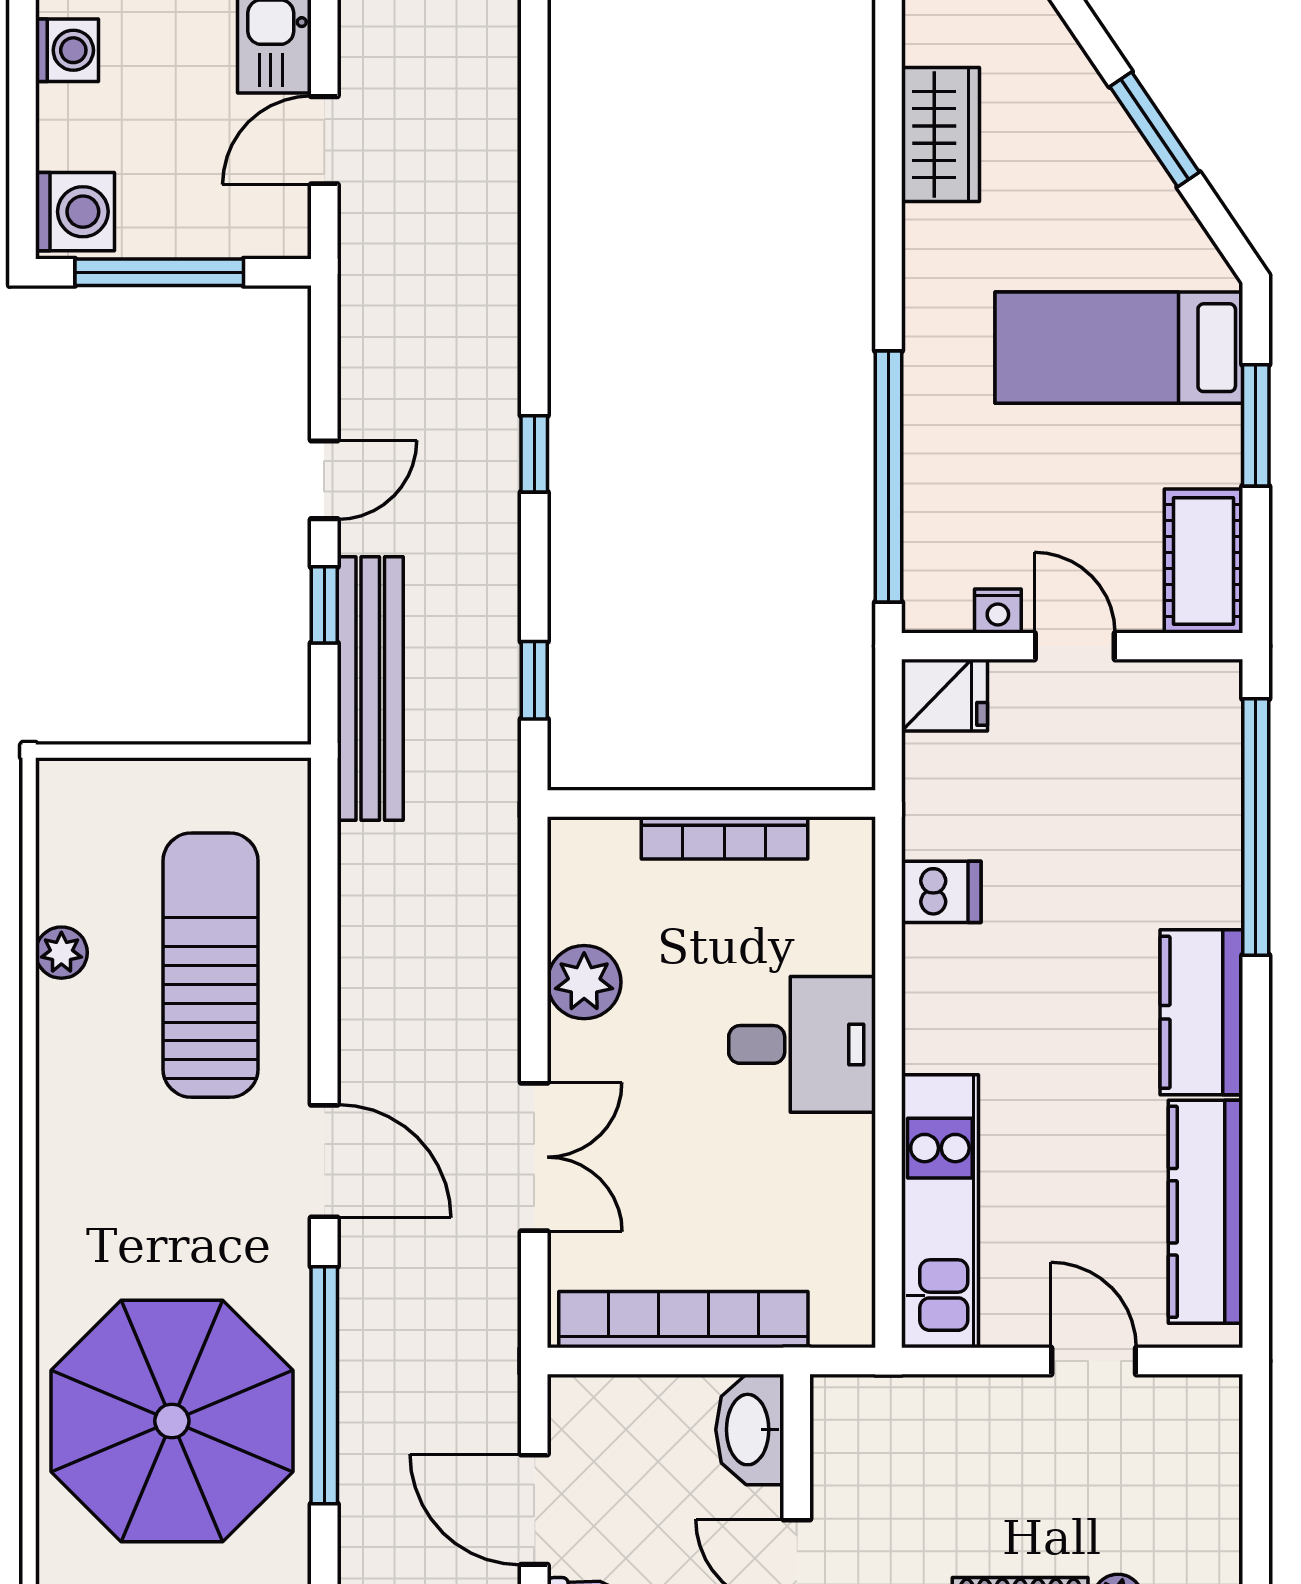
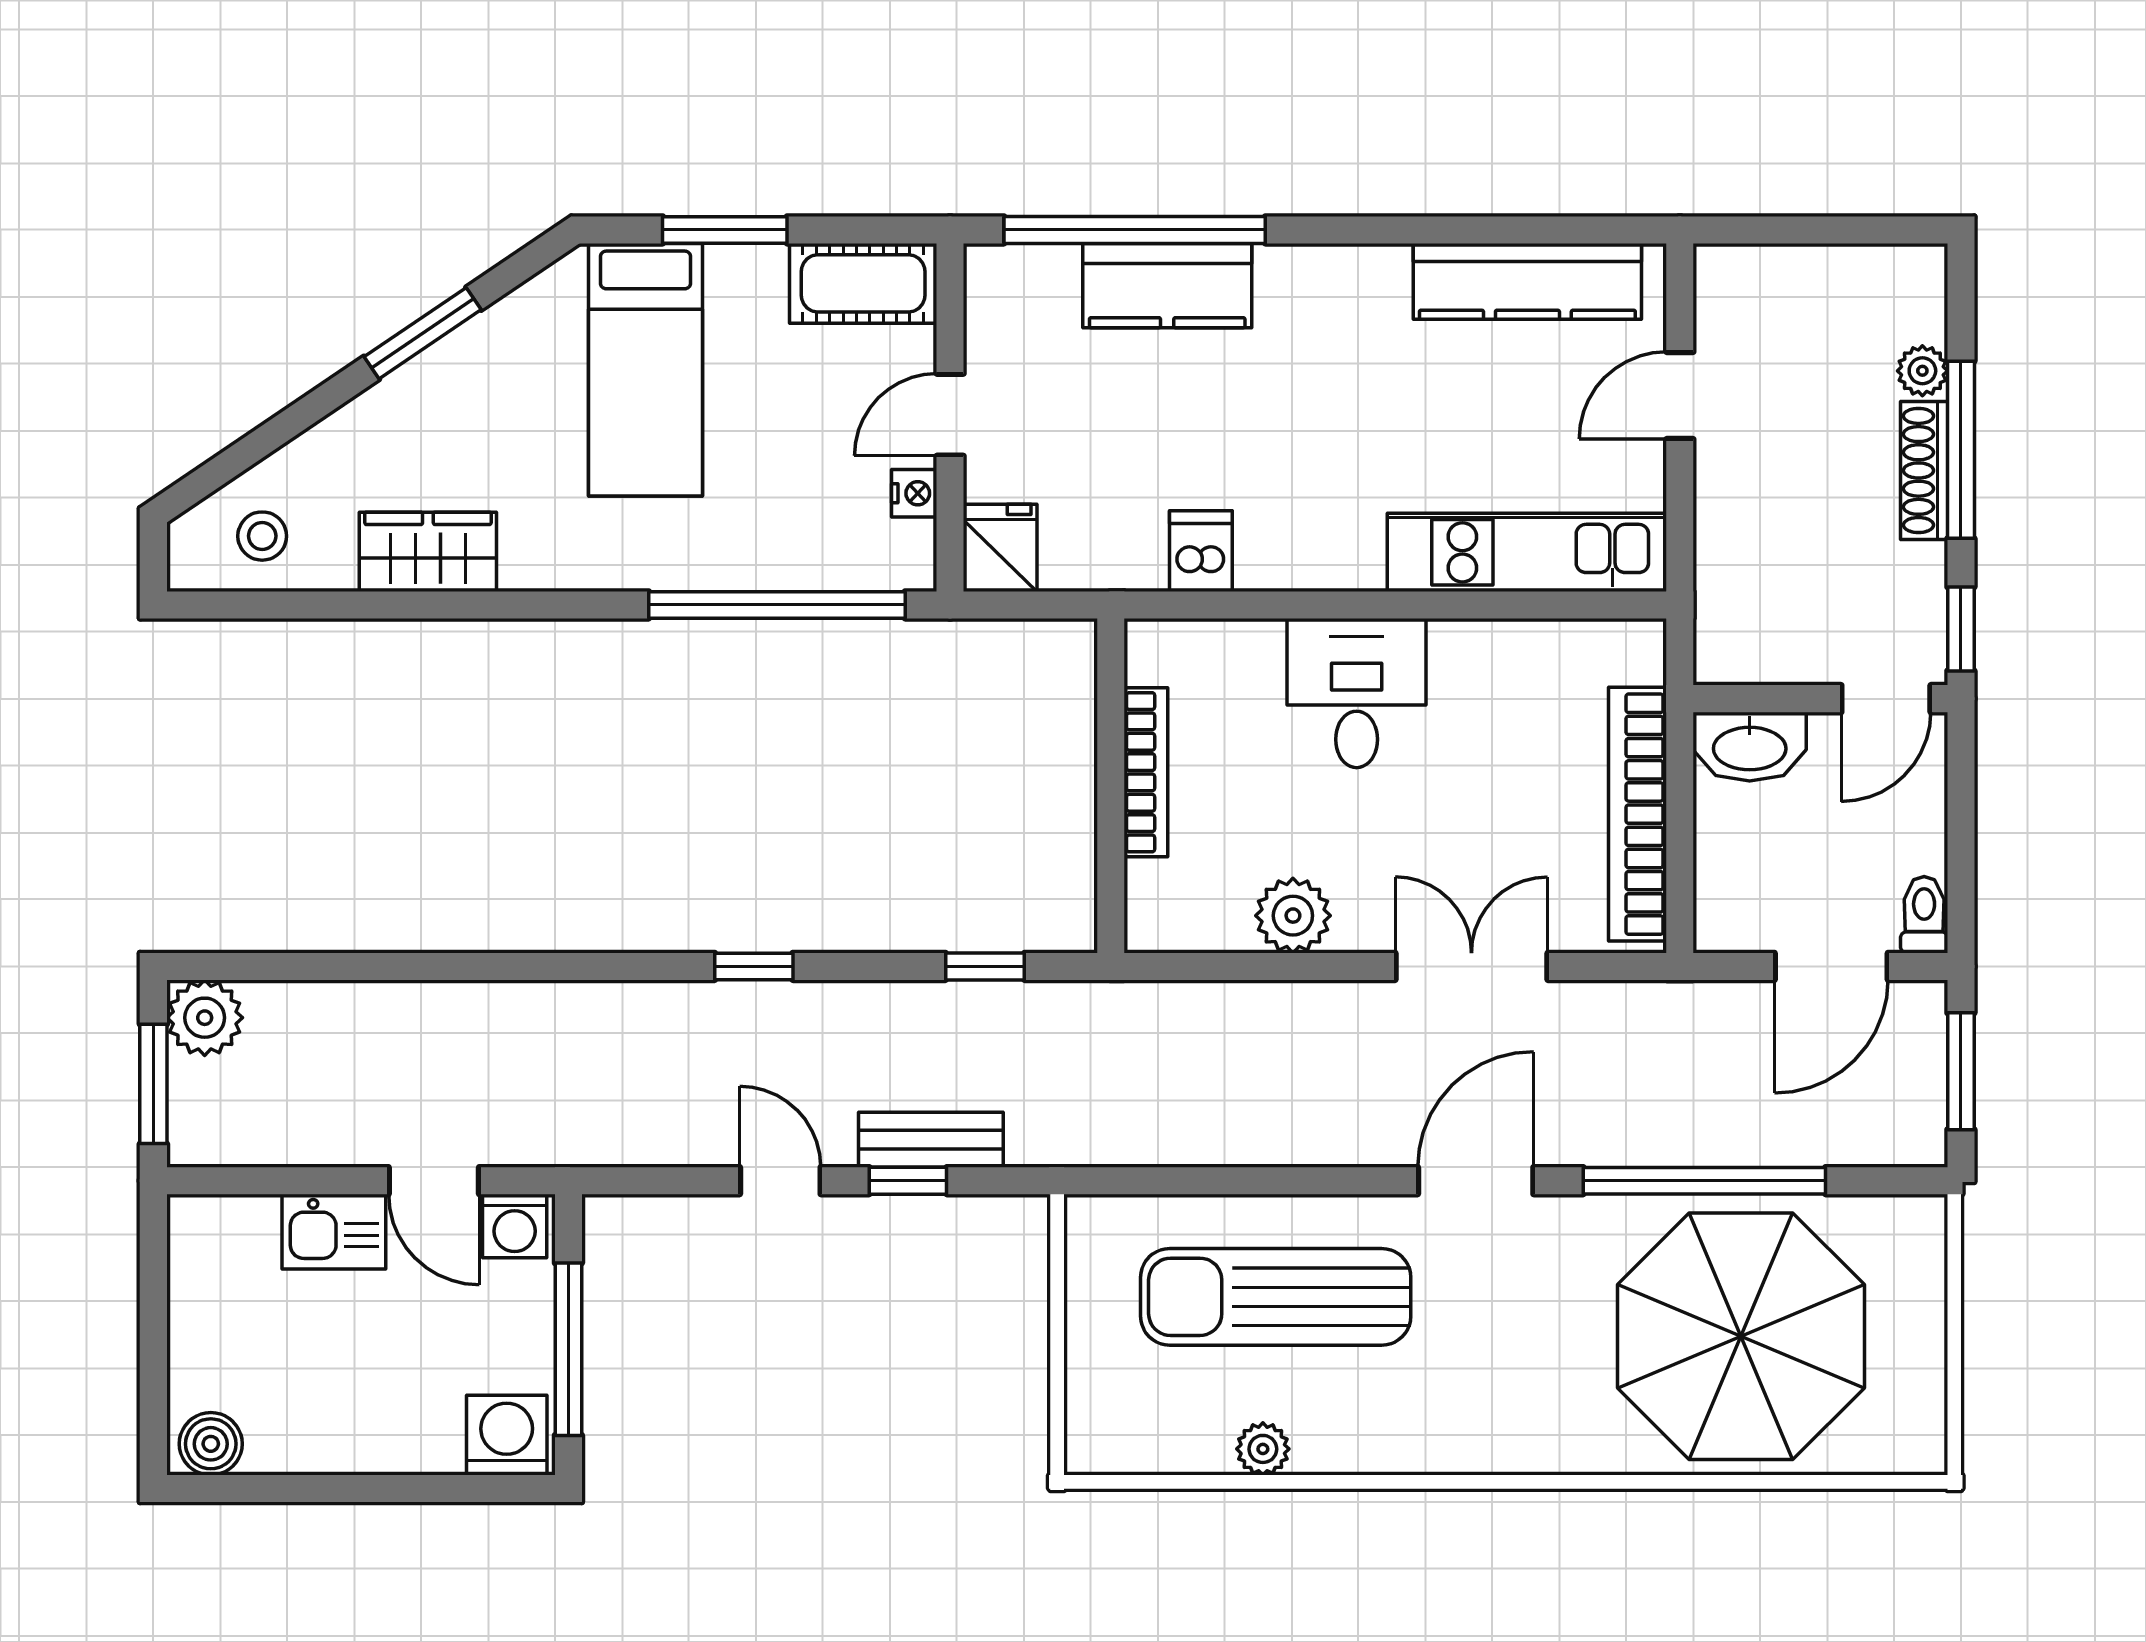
washing machine: (67, 50) -> (515, 1226), moved, turned 180
bench: (370, 688) -> (931, 1140), width x0.54, depth x0.82
kitchen counter: (1201, 1012) -> (1167, 286), moved

